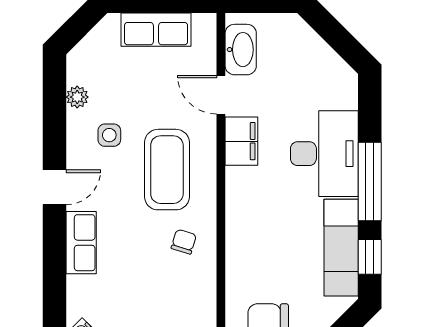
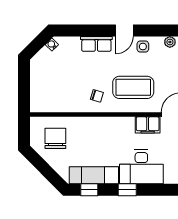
side table: (109, 135) -> (143, 46), moved
window: (370, 182) -> (127, 190), width x0.46
door: (55, 187) -> (124, 31), hinge flipped

